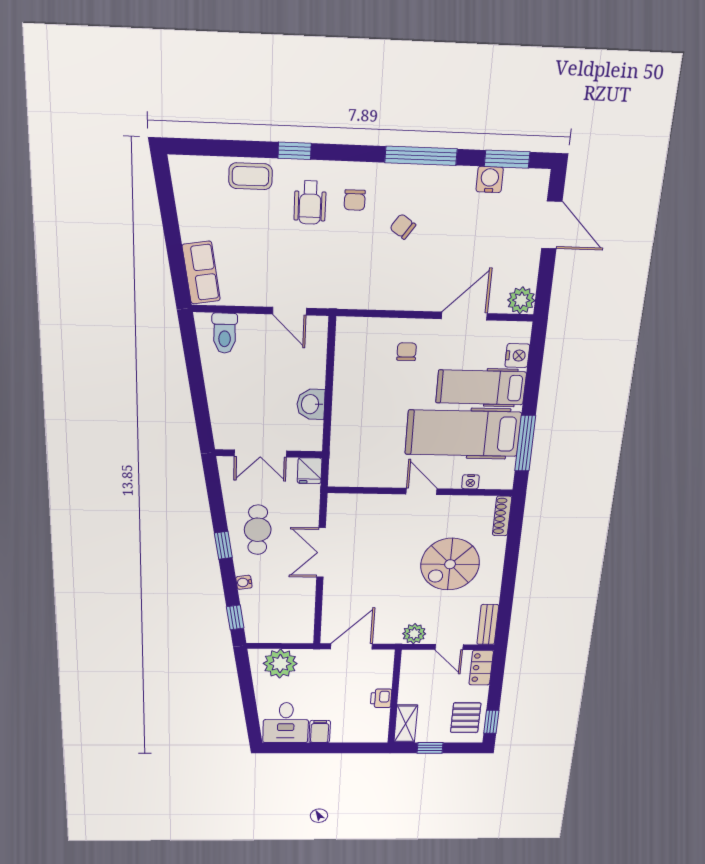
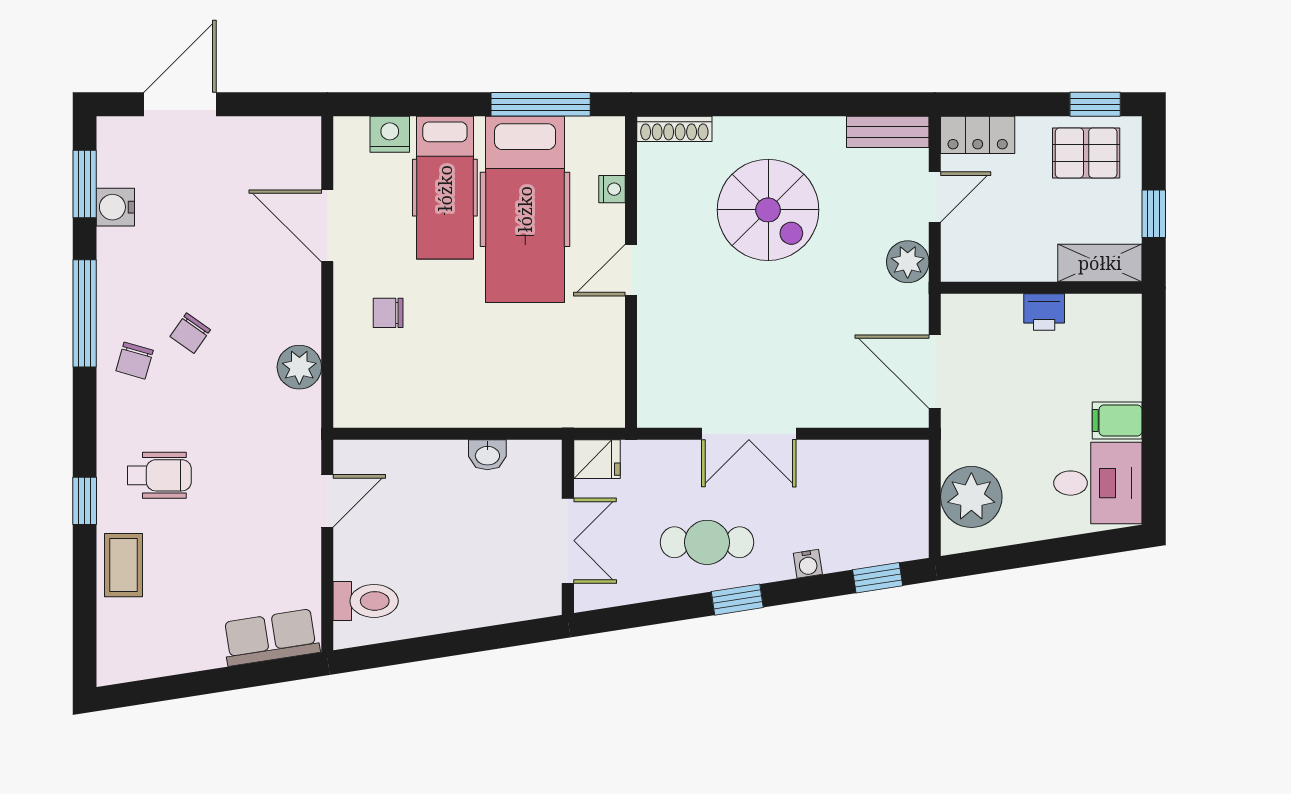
chair: (355, 200) -> (135, 361), moved, turned 106
plant: (521, 300) -> (299, 367), moved
washbasin: (311, 404) -> (487, 455), width x0.72, depth x0.69

